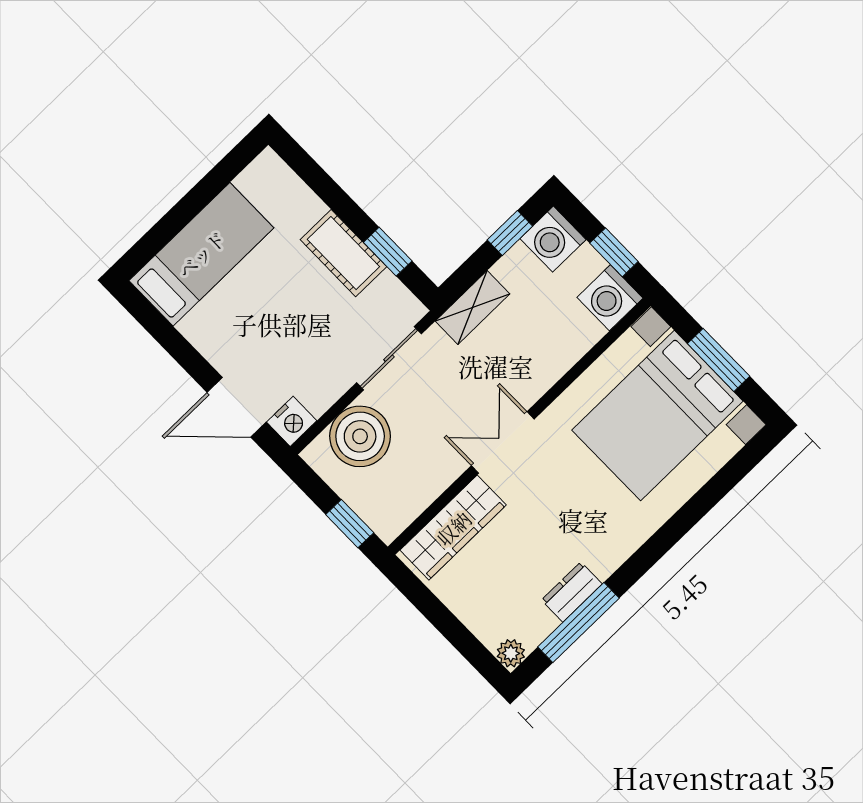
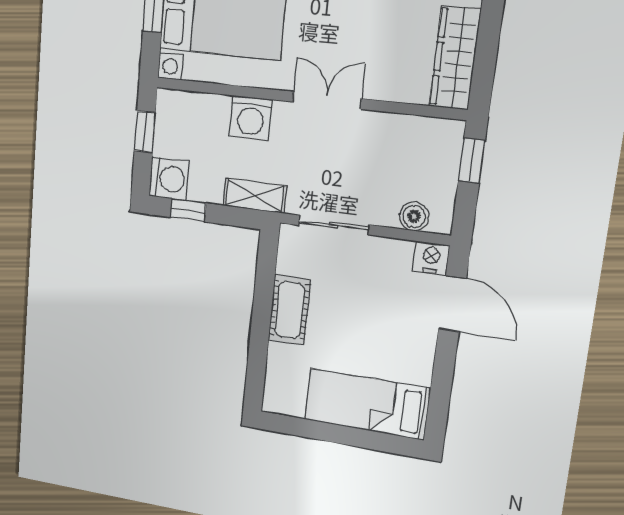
window: (388, 252) -> (265, 281), removed
washing machine: (610, 298) -> (251, 118), moved, turned 90
boiler: (360, 436) -> (414, 216), width x0.54, depth x0.54
double door: (503, 442) -> (327, 100), swing flipped
wardrobe: (453, 528) -> (455, 58), moved, turned -90

